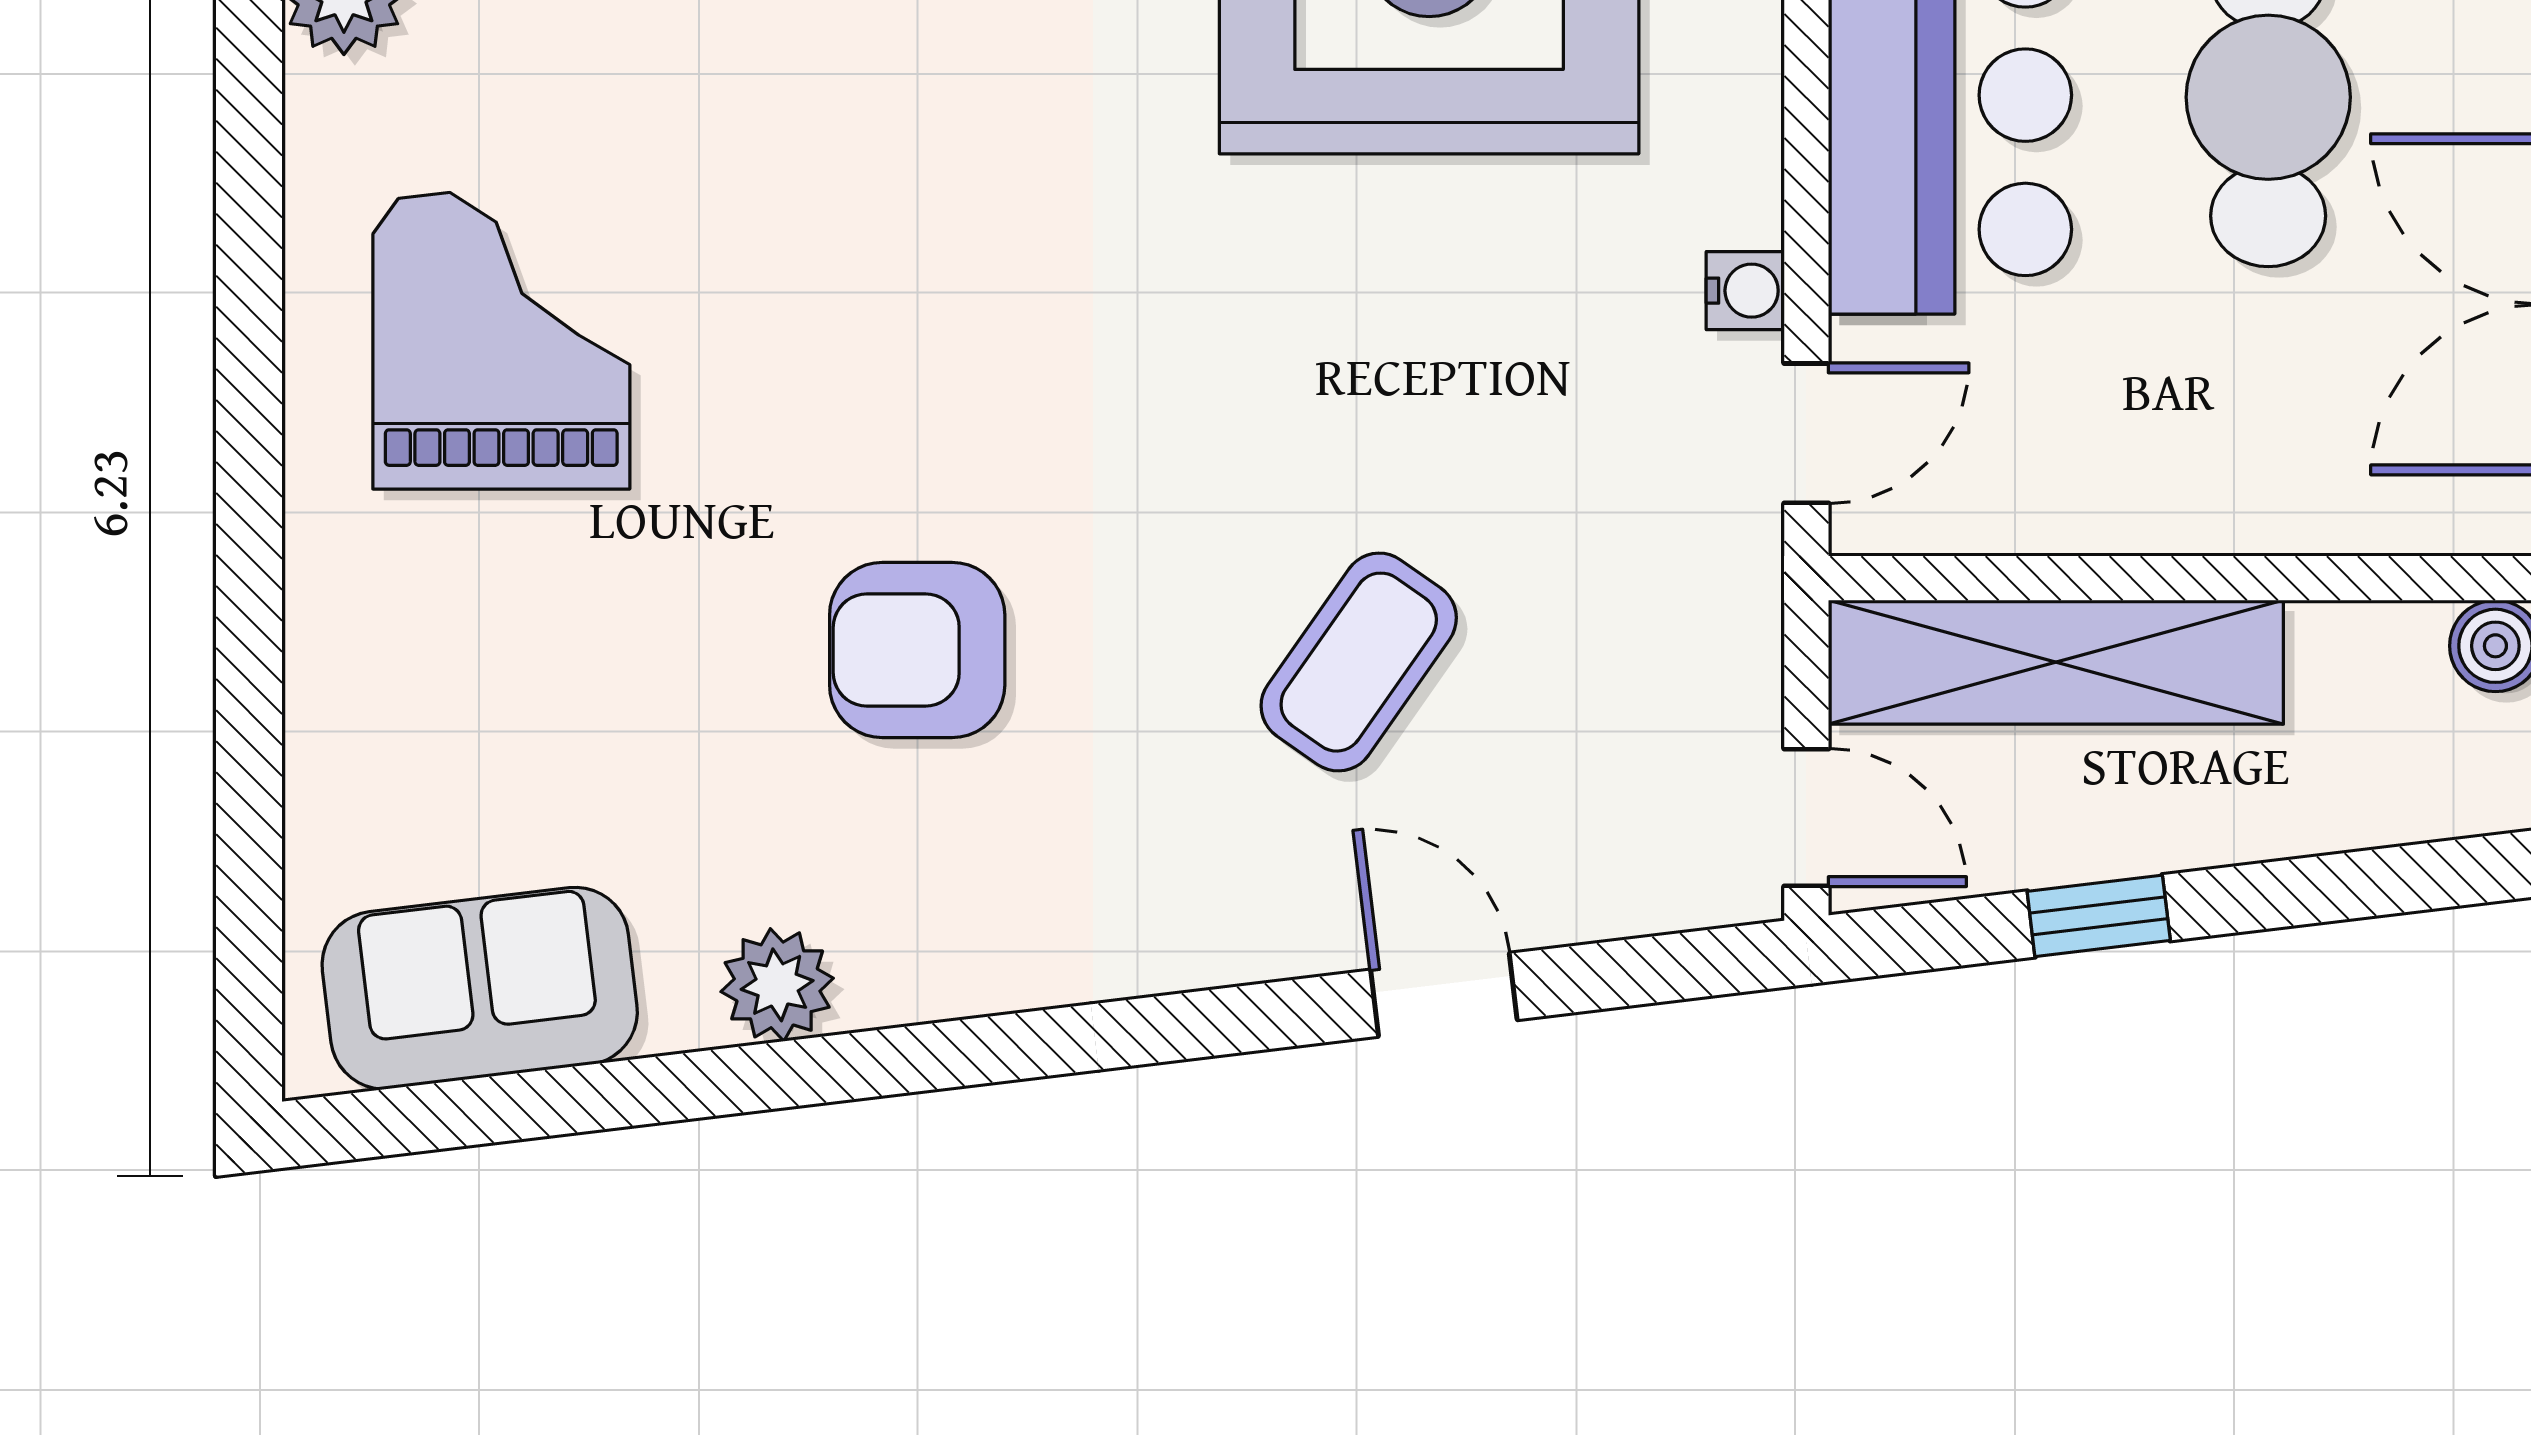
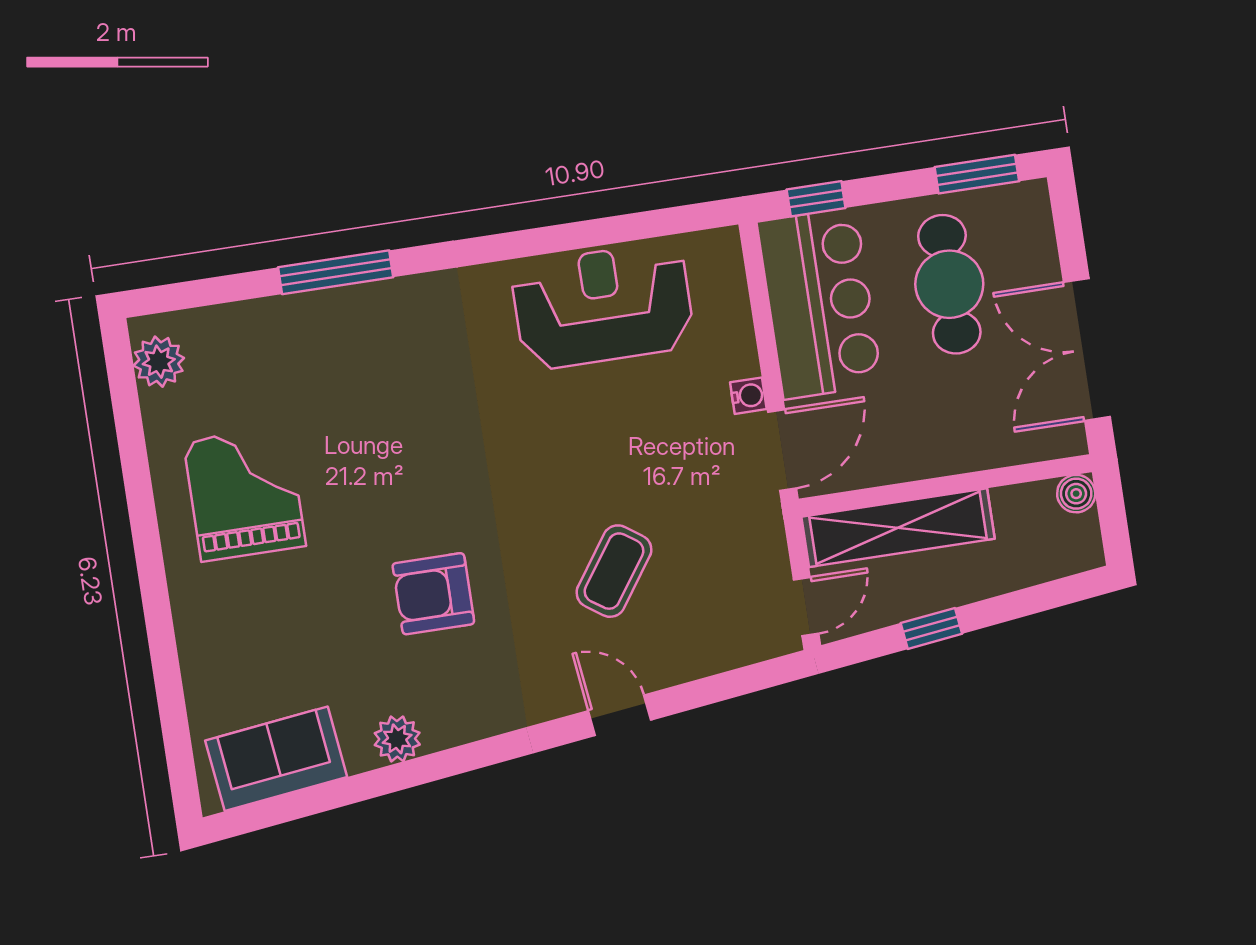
door: (1806, 433) -> (782, 450), width x1.38
door: (1806, 817) -> (806, 607), hinge flipped
door: (1444, 995) -> (620, 715), moved

